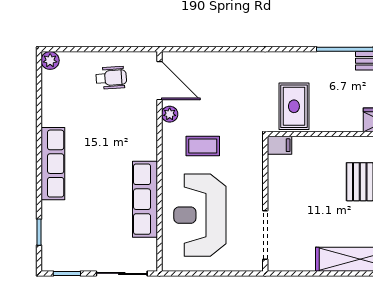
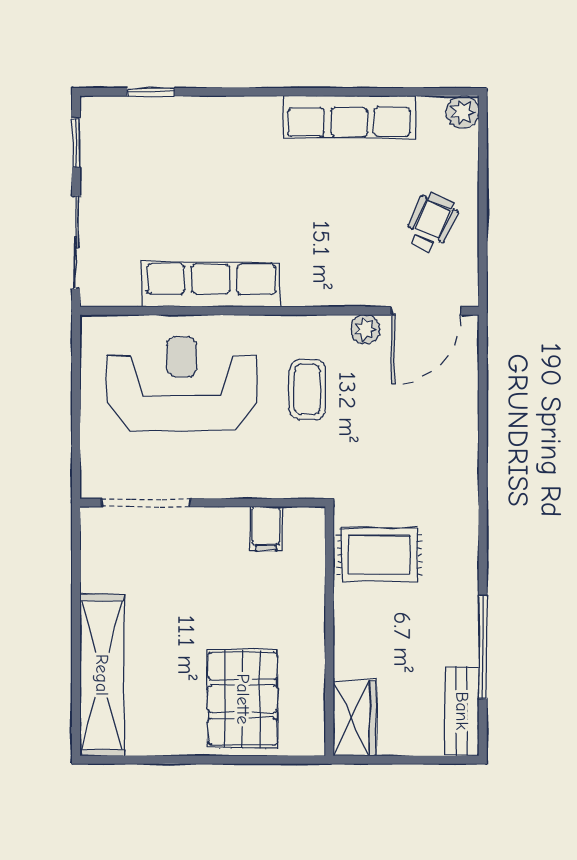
wheelchair: (111, 78) -> (431, 223), turned -152
filing cabinet: (280, 145) -> (266, 529), moved
row of seats: (53, 164) -> (349, 117), moved

